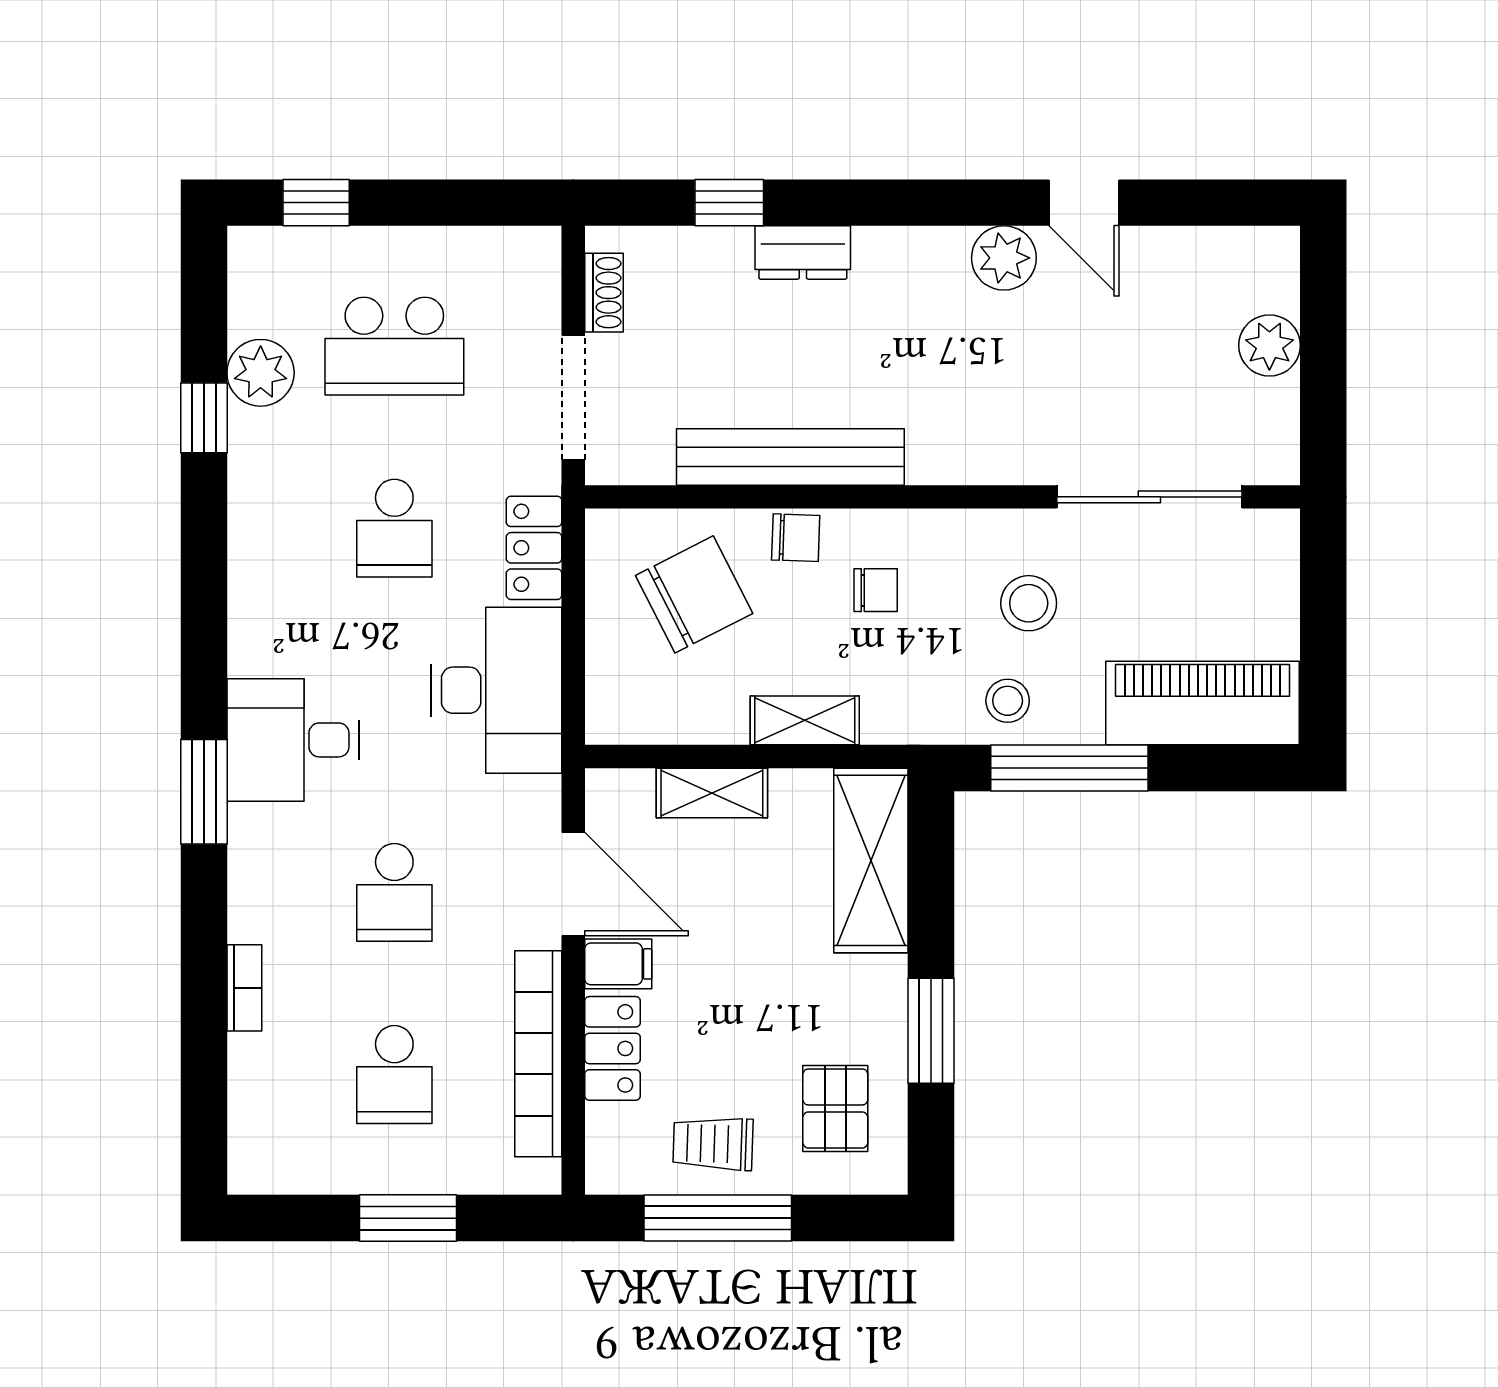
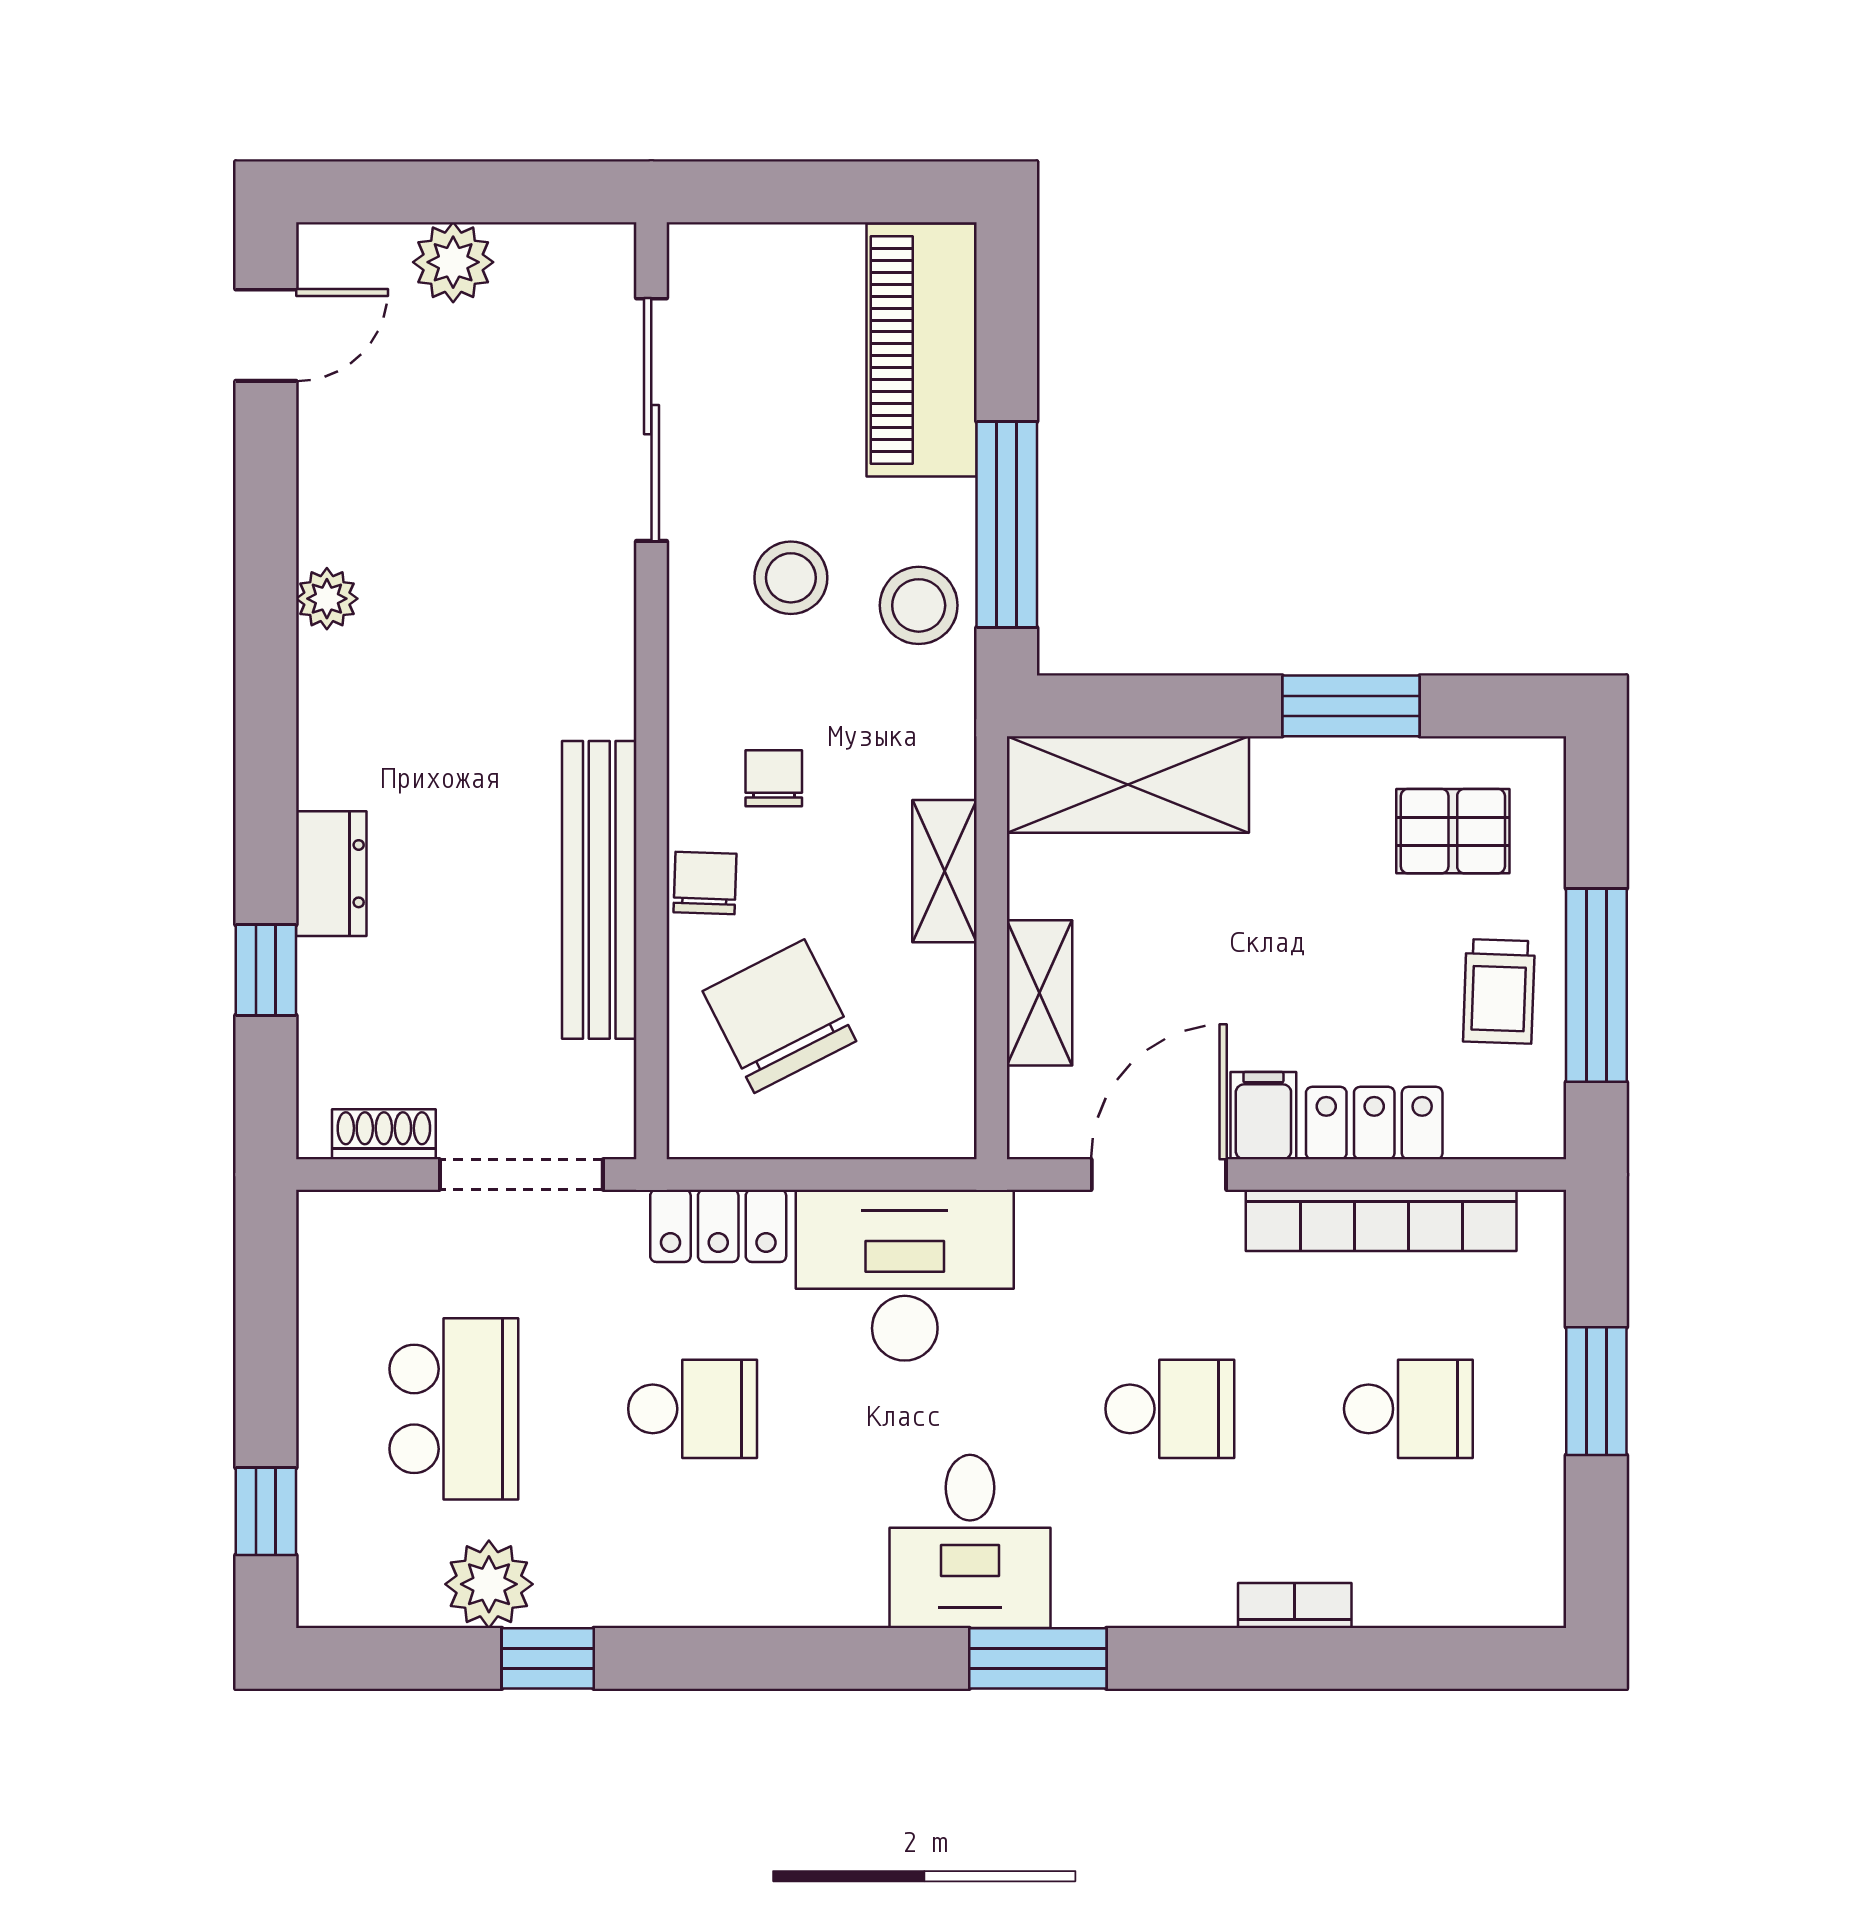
door: (1084, 203) -> (266, 335), moved
plant: (1004, 258) -> (327, 599), width x0.73, depth x0.73
stool: (1008, 701) -> (919, 605), width x1.37, depth x1.37

